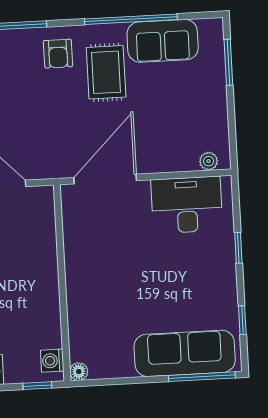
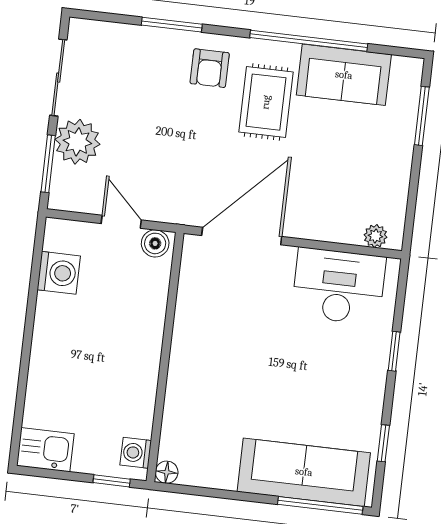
boiler: (39, 196) -> (155, 243), added

